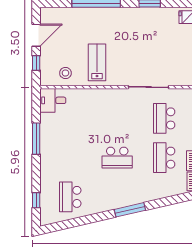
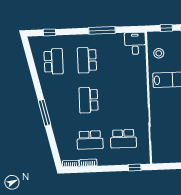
school desk: (164, 118) -> (123, 139), turned 180
school desk: (70, 158) -> (87, 60), added
school desk: (164, 158) -> (90, 140), turned 180
school desk: (70, 197) -> (54, 61), turned 90

